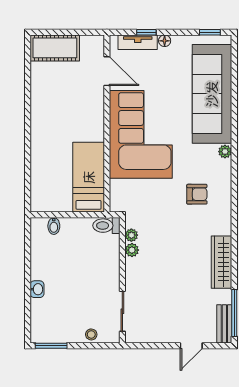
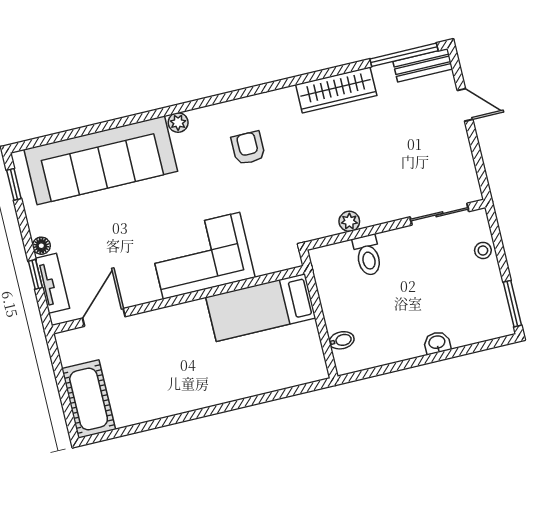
corner sofa: (141, 134) -> (202, 256), width x0.73, depth x0.74
toilet: (106, 226) -> (368, 255), moved
plant: (131, 235) -> (328, 227), removed

